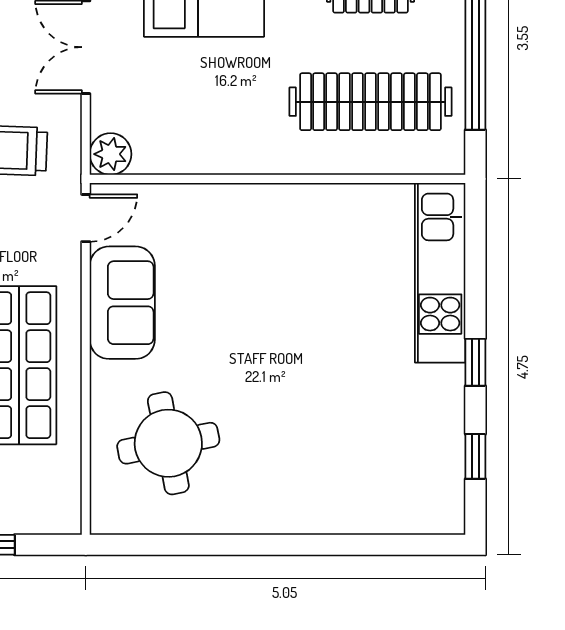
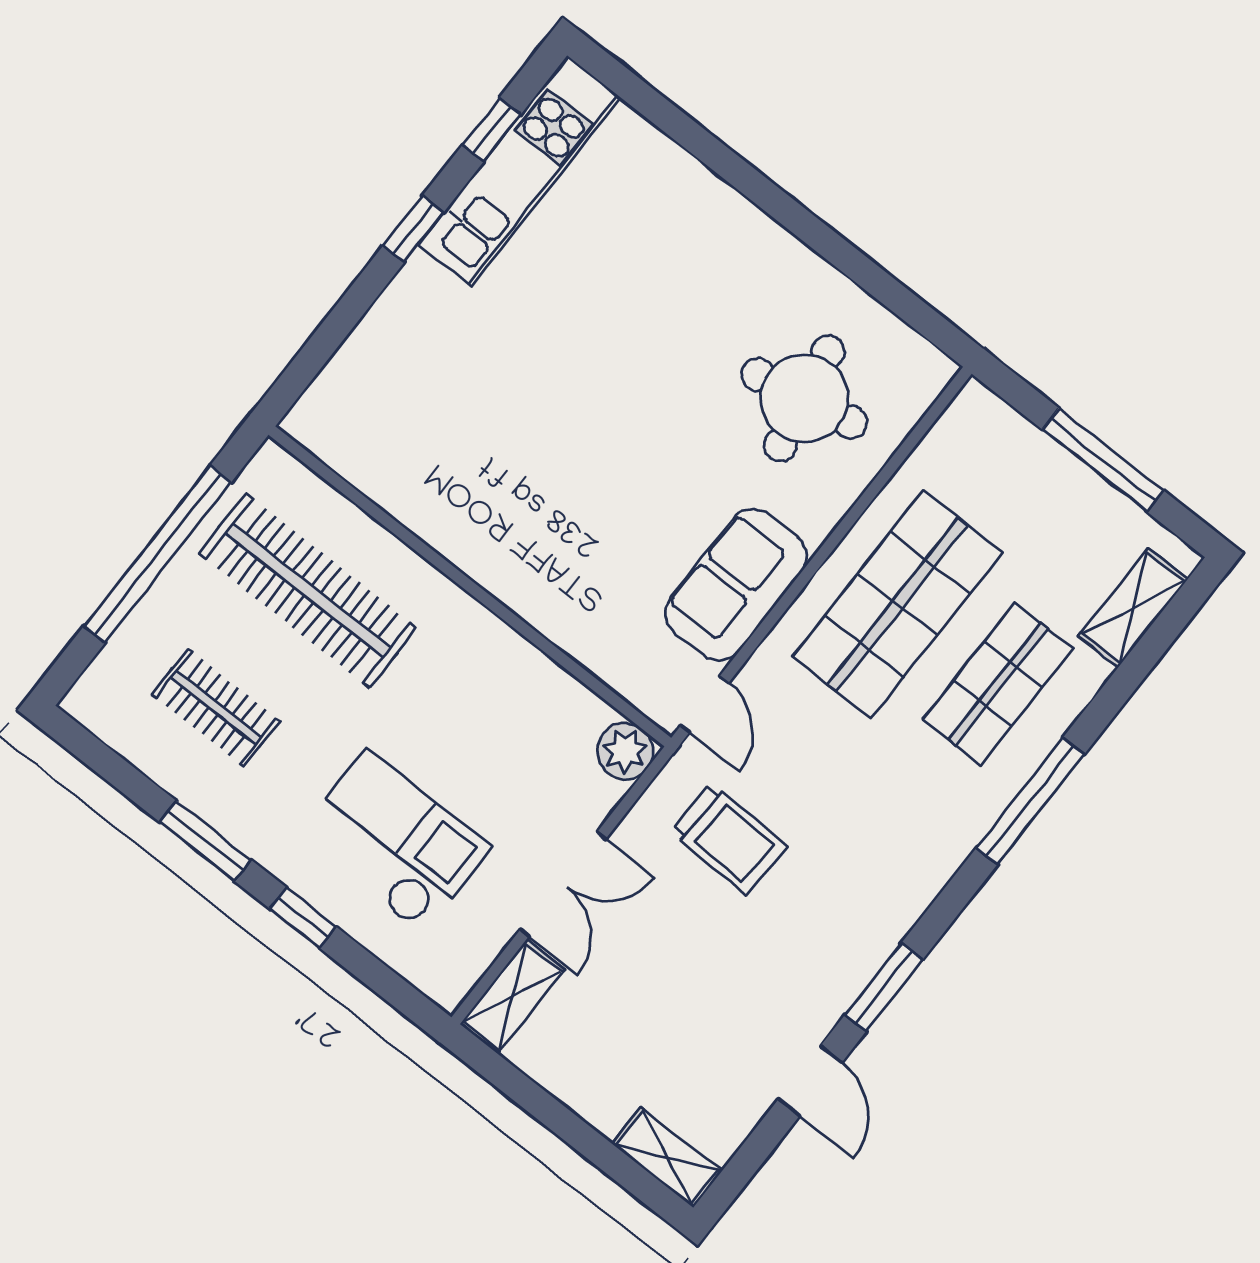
door: (86, 218) -> (705, 704), swing flipped
kitchen unit: (440, 273) -> (519, 171), moved

